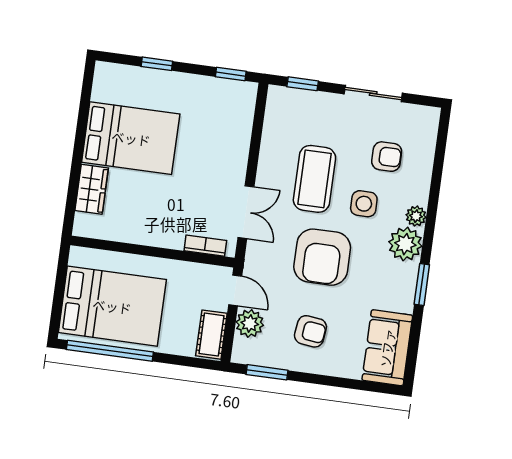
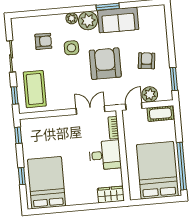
bed: (131, 138) -> (47, 183), moved
armchair: (387, 157) -> (43, 41), turned 90
coffee table: (314, 179) -> (35, 89), moved, turned 90
wardrobe: (92, 189) -> (111, 195), moved
desk: (160, 220) -> (105, 155), added
armchair: (322, 257) -> (105, 64), turned -90
sofa: (387, 348) -> (118, 20), moved

